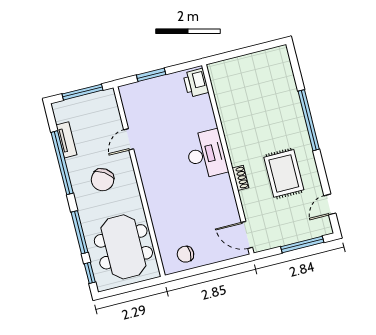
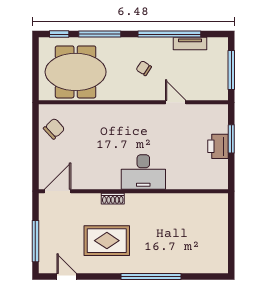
printer: (196, 83) -> (218, 146), moved, turned -90
chair: (103, 180) -> (144, 68), width x0.54, depth x0.54
chair: (185, 254) -> (54, 129), turned 47

